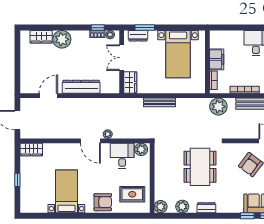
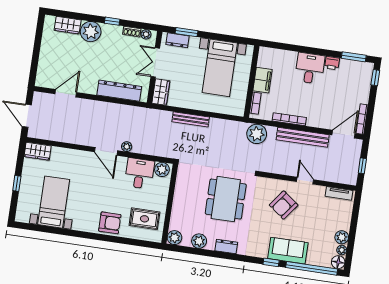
window: (98, 28) -> (112, 21), moved
dresser: (81, 87) -> (119, 91), moved
bed with nightstands: (66, 191) -> (54, 202), moved

